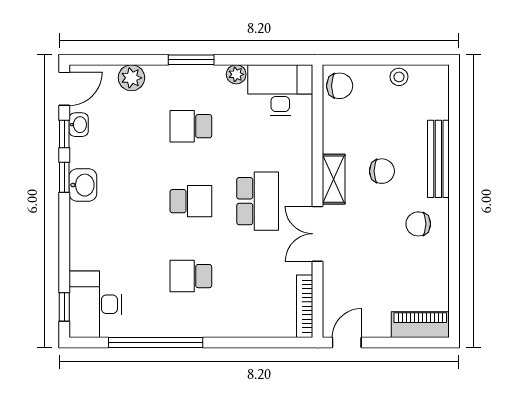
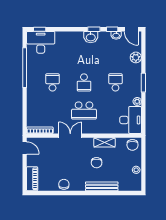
shelving: (334, 179) -> (105, 142), moved
chair: (418, 224) -> (64, 184), moved

